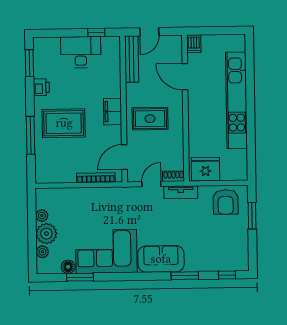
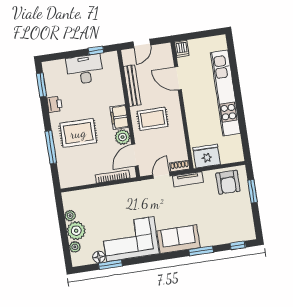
bench: (132, 59) -> (132, 86), moved
plant: (113, 135) -> (123, 137), added

